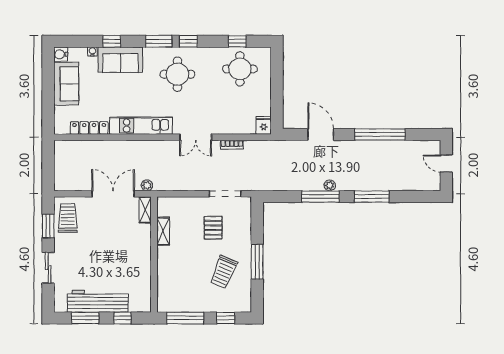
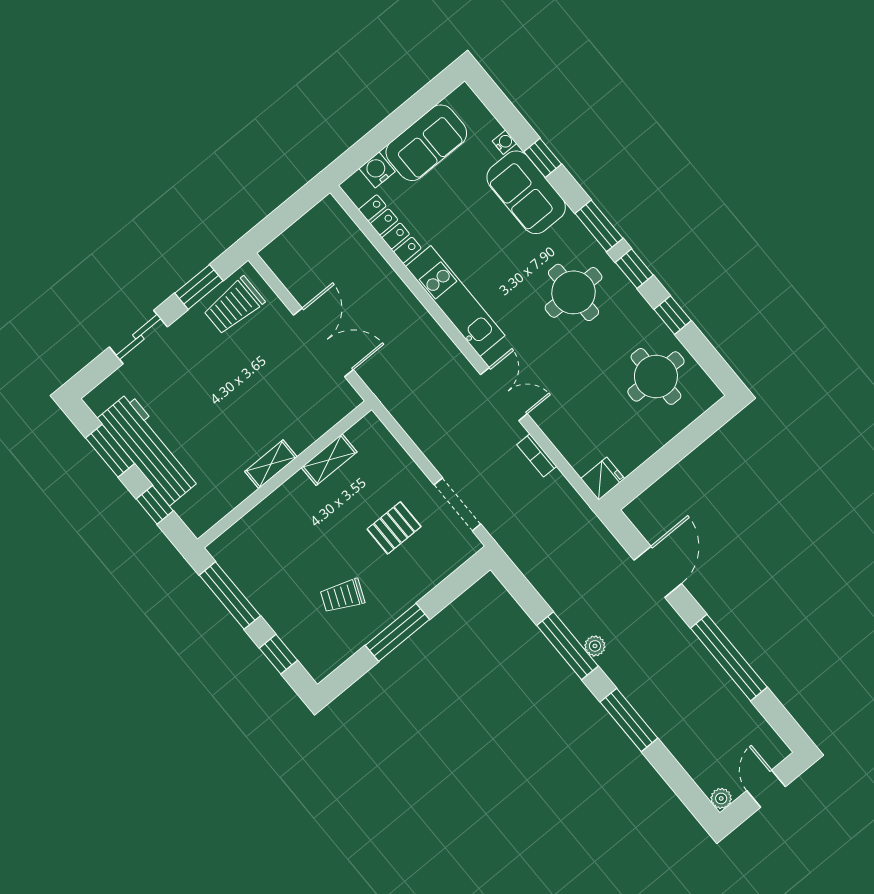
window: (237, 41) -> (673, 315), moved
water cooler: (61, 54) -> (377, 170), moved
double door: (196, 137) -> (504, 394), swing flipped
plant: (147, 185) -> (721, 798), moved
shelving: (145, 210) -> (271, 464), moved
trolley: (68, 218) -> (234, 306), turned 180
trolley: (224, 272) -> (342, 596), width x0.73, depth x0.72

